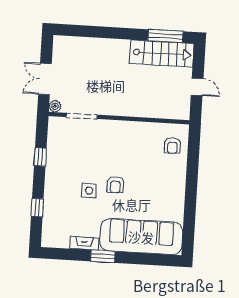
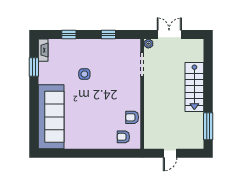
stairs: (162, 53) -> (194, 87), moved
armchair: (115, 185) -> (132, 117), moved
fireplace: (84, 243) -> (43, 50), moved
window: (103, 256) -> (34, 67), moved

